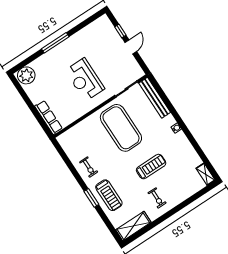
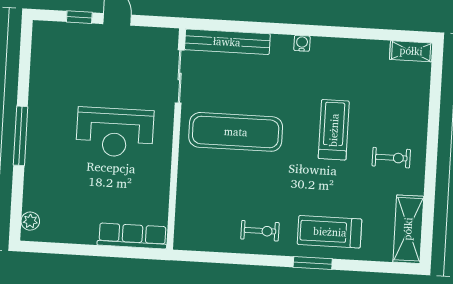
plant: (26, 75) -> (30, 221), width x0.53, depth x0.53
exercise mat: (121, 128) -> (236, 132), width x0.68
treadmill: (109, 195) -> (330, 232), turned 180

